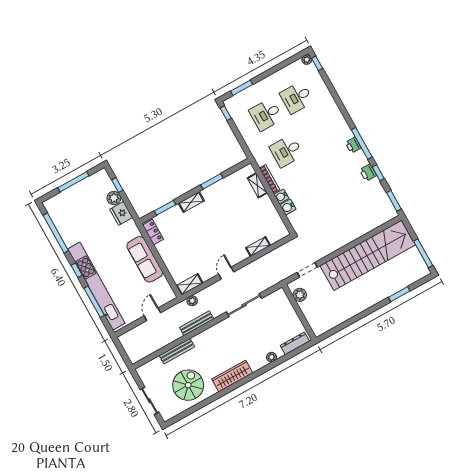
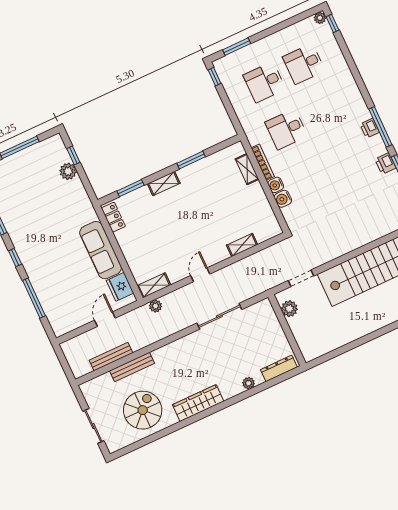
fridge: (121, 213) -> (120, 287), moved
kitchen unit: (96, 286) -> (38, 279), removed
bench: (197, 323) -> (111, 357), moved

